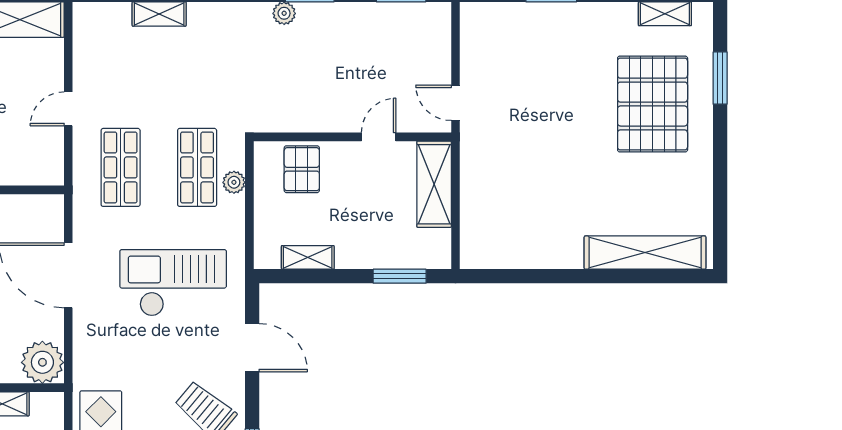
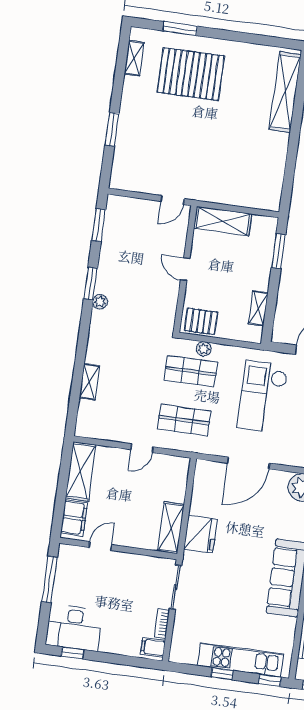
door: (68, 109) -> (142, 448), hinge flipped
door: (379, 137) -> (185, 269), moved
pallet: (302, 169) -> (201, 321), moved

